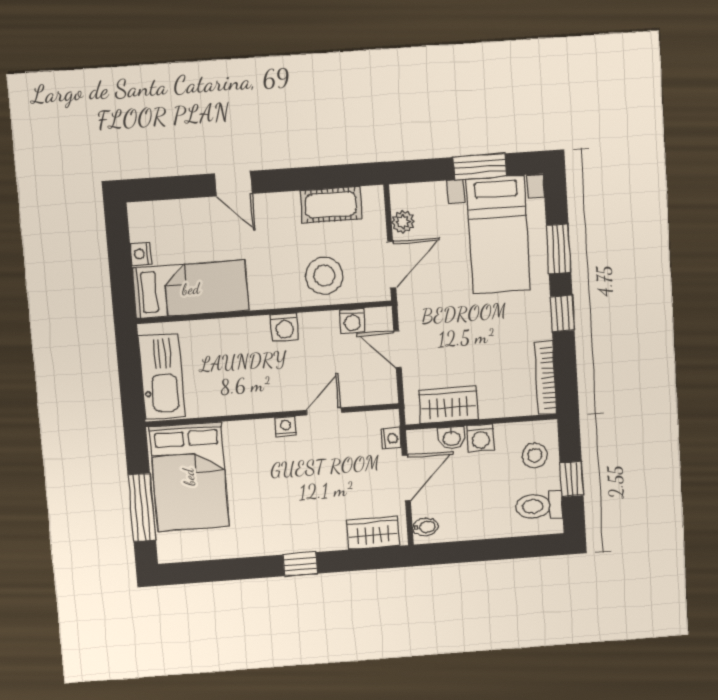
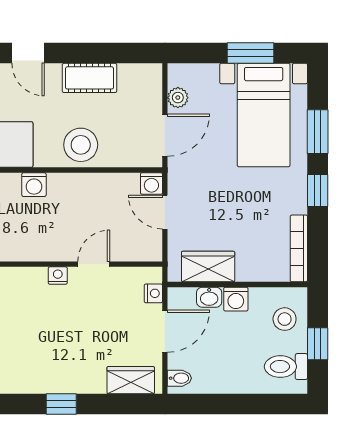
cot: (331, 205) -> (90, 78), moved
stool: (324, 275) -> (81, 145), moved
washing machine: (352, 321) -> (151, 184), moved
washing machine: (284, 327) -> (34, 185), moved

